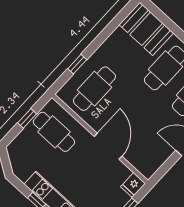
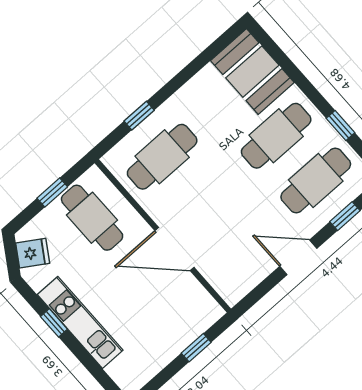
door: (108, 146) -> (174, 249), swing flipped
fridge: (133, 185) -> (33, 253), moved, turned -147

